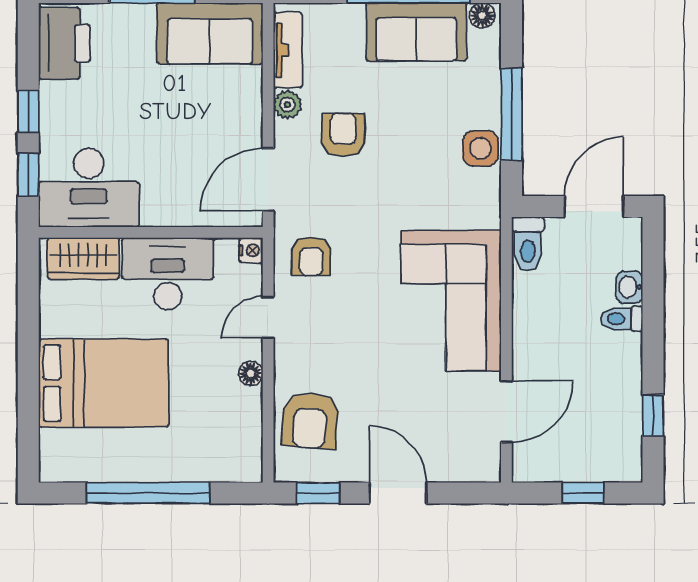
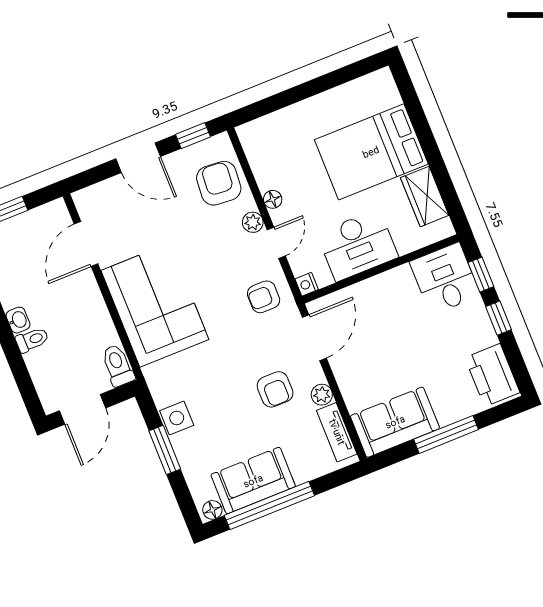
window: (512, 114) -> (165, 450), width x0.69
desk: (89, 188) -> (445, 279), width x0.73
armchair: (311, 256) -> (264, 297), turned -90
wardrobe: (83, 258) -> (425, 196), moved, turned -90
washbasin: (630, 287) -> (18, 320), moved
plant: (287, 355) -> (253, 222), added
window: (148, 493) -> (310, 89), removed

